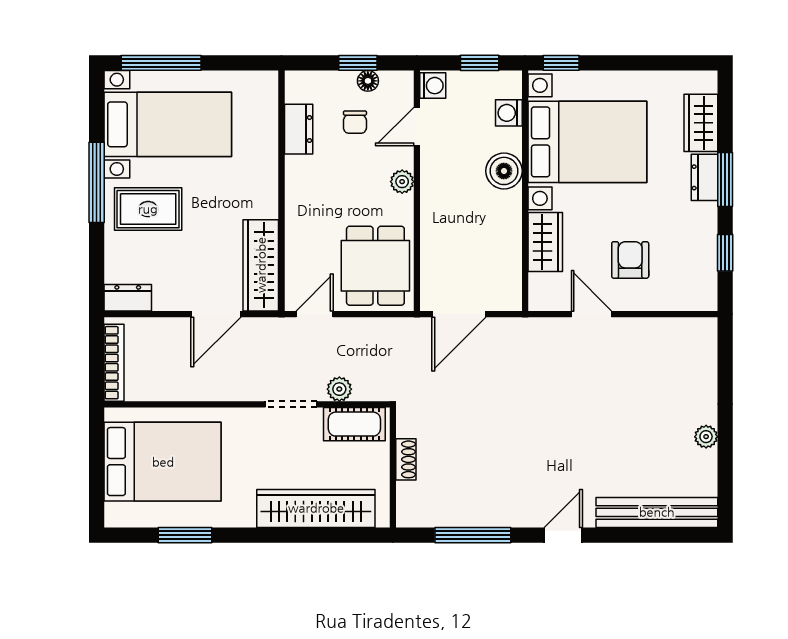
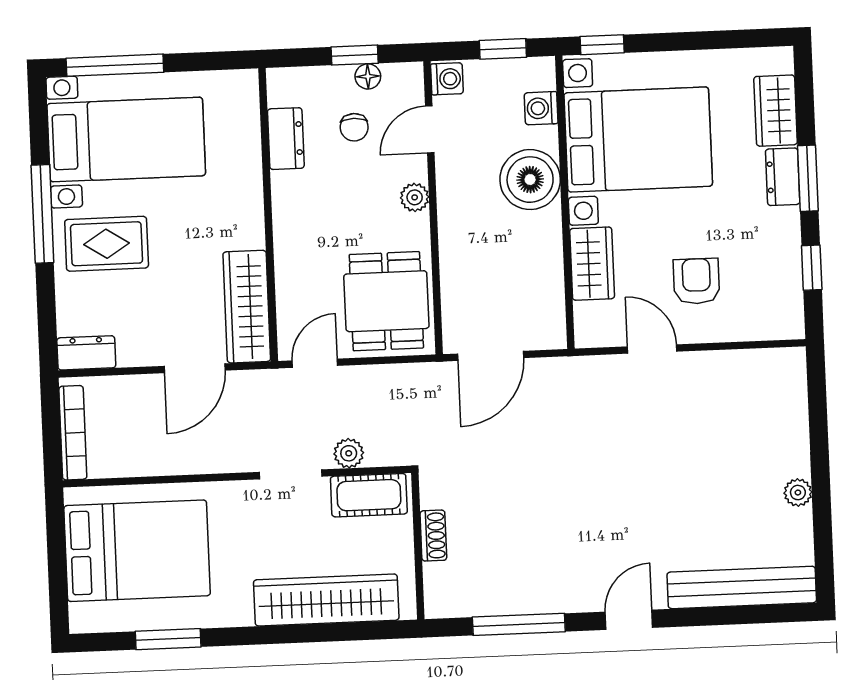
boiler: (504, 171) -> (530, 180), width x1.37, depth x1.37

